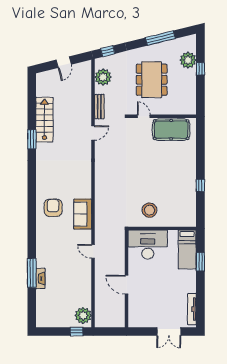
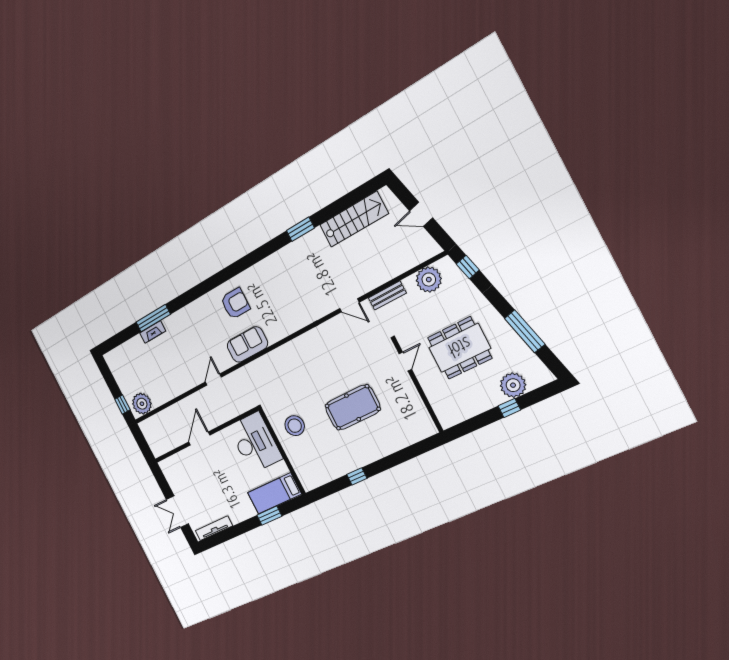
stairs: (44, 120) -> (354, 219), moved
pool table: (171, 130) -> (353, 407), moved, turned 90

